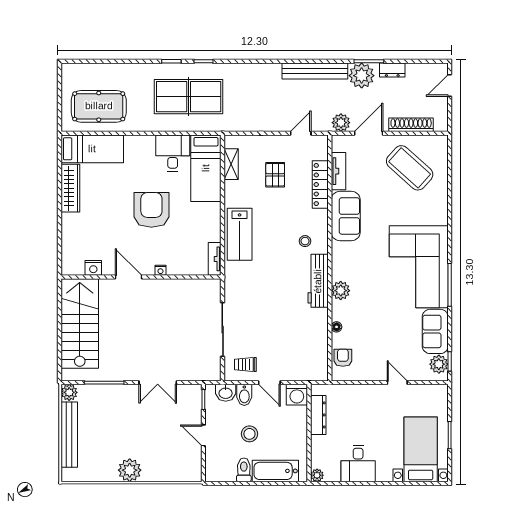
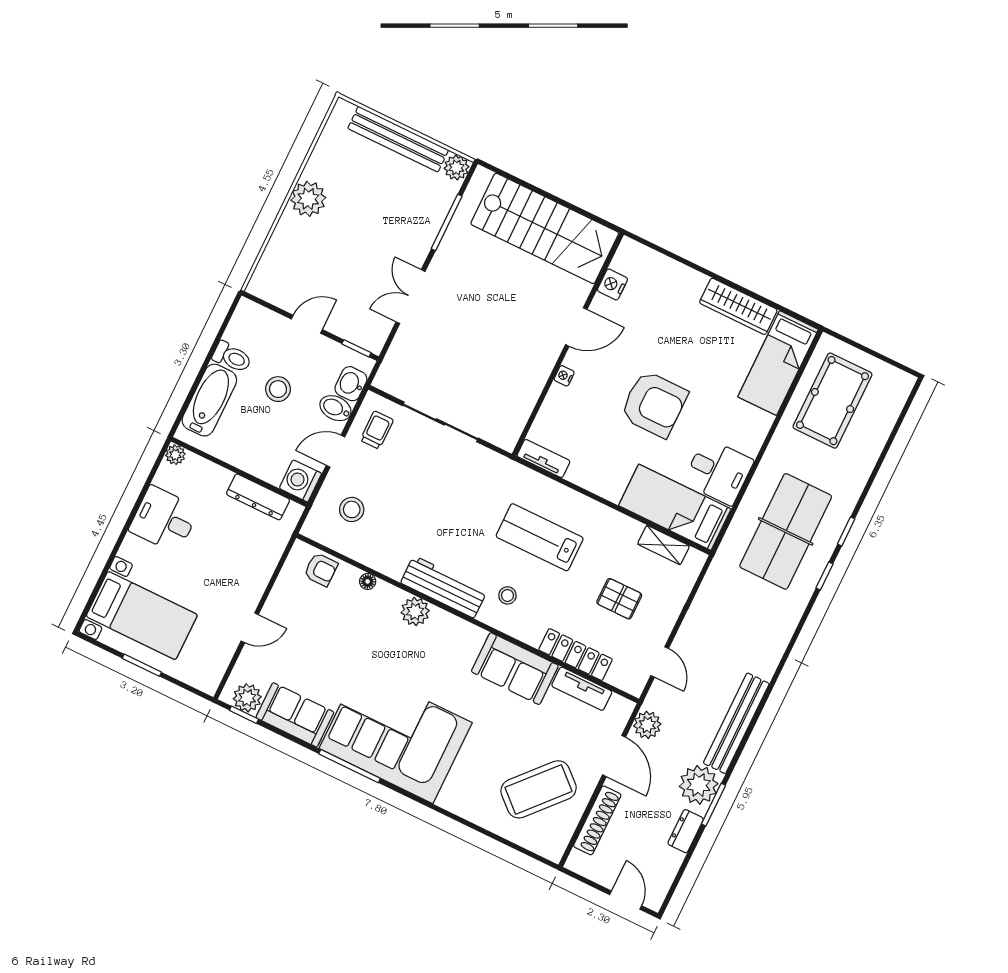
lab bench: (240, 234) -> (540, 537), moved
stool: (299, 357) -> (352, 509), added

